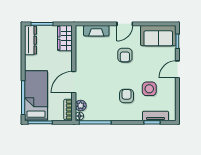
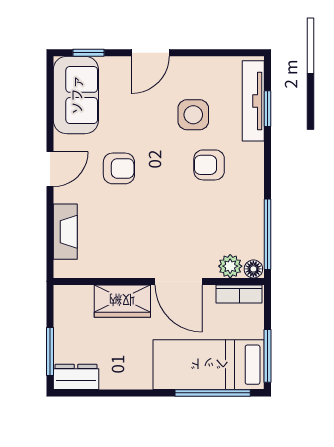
door: (125, 24) -> (50, 169), hinge flipped
wardrobe: (65, 38) -> (122, 301), moved
dresser: (30, 40) -> (76, 377), width x0.70
door: (177, 69) -> (150, 53), hinge flipped
tv unit: (156, 116) -> (253, 101), width x1.41

